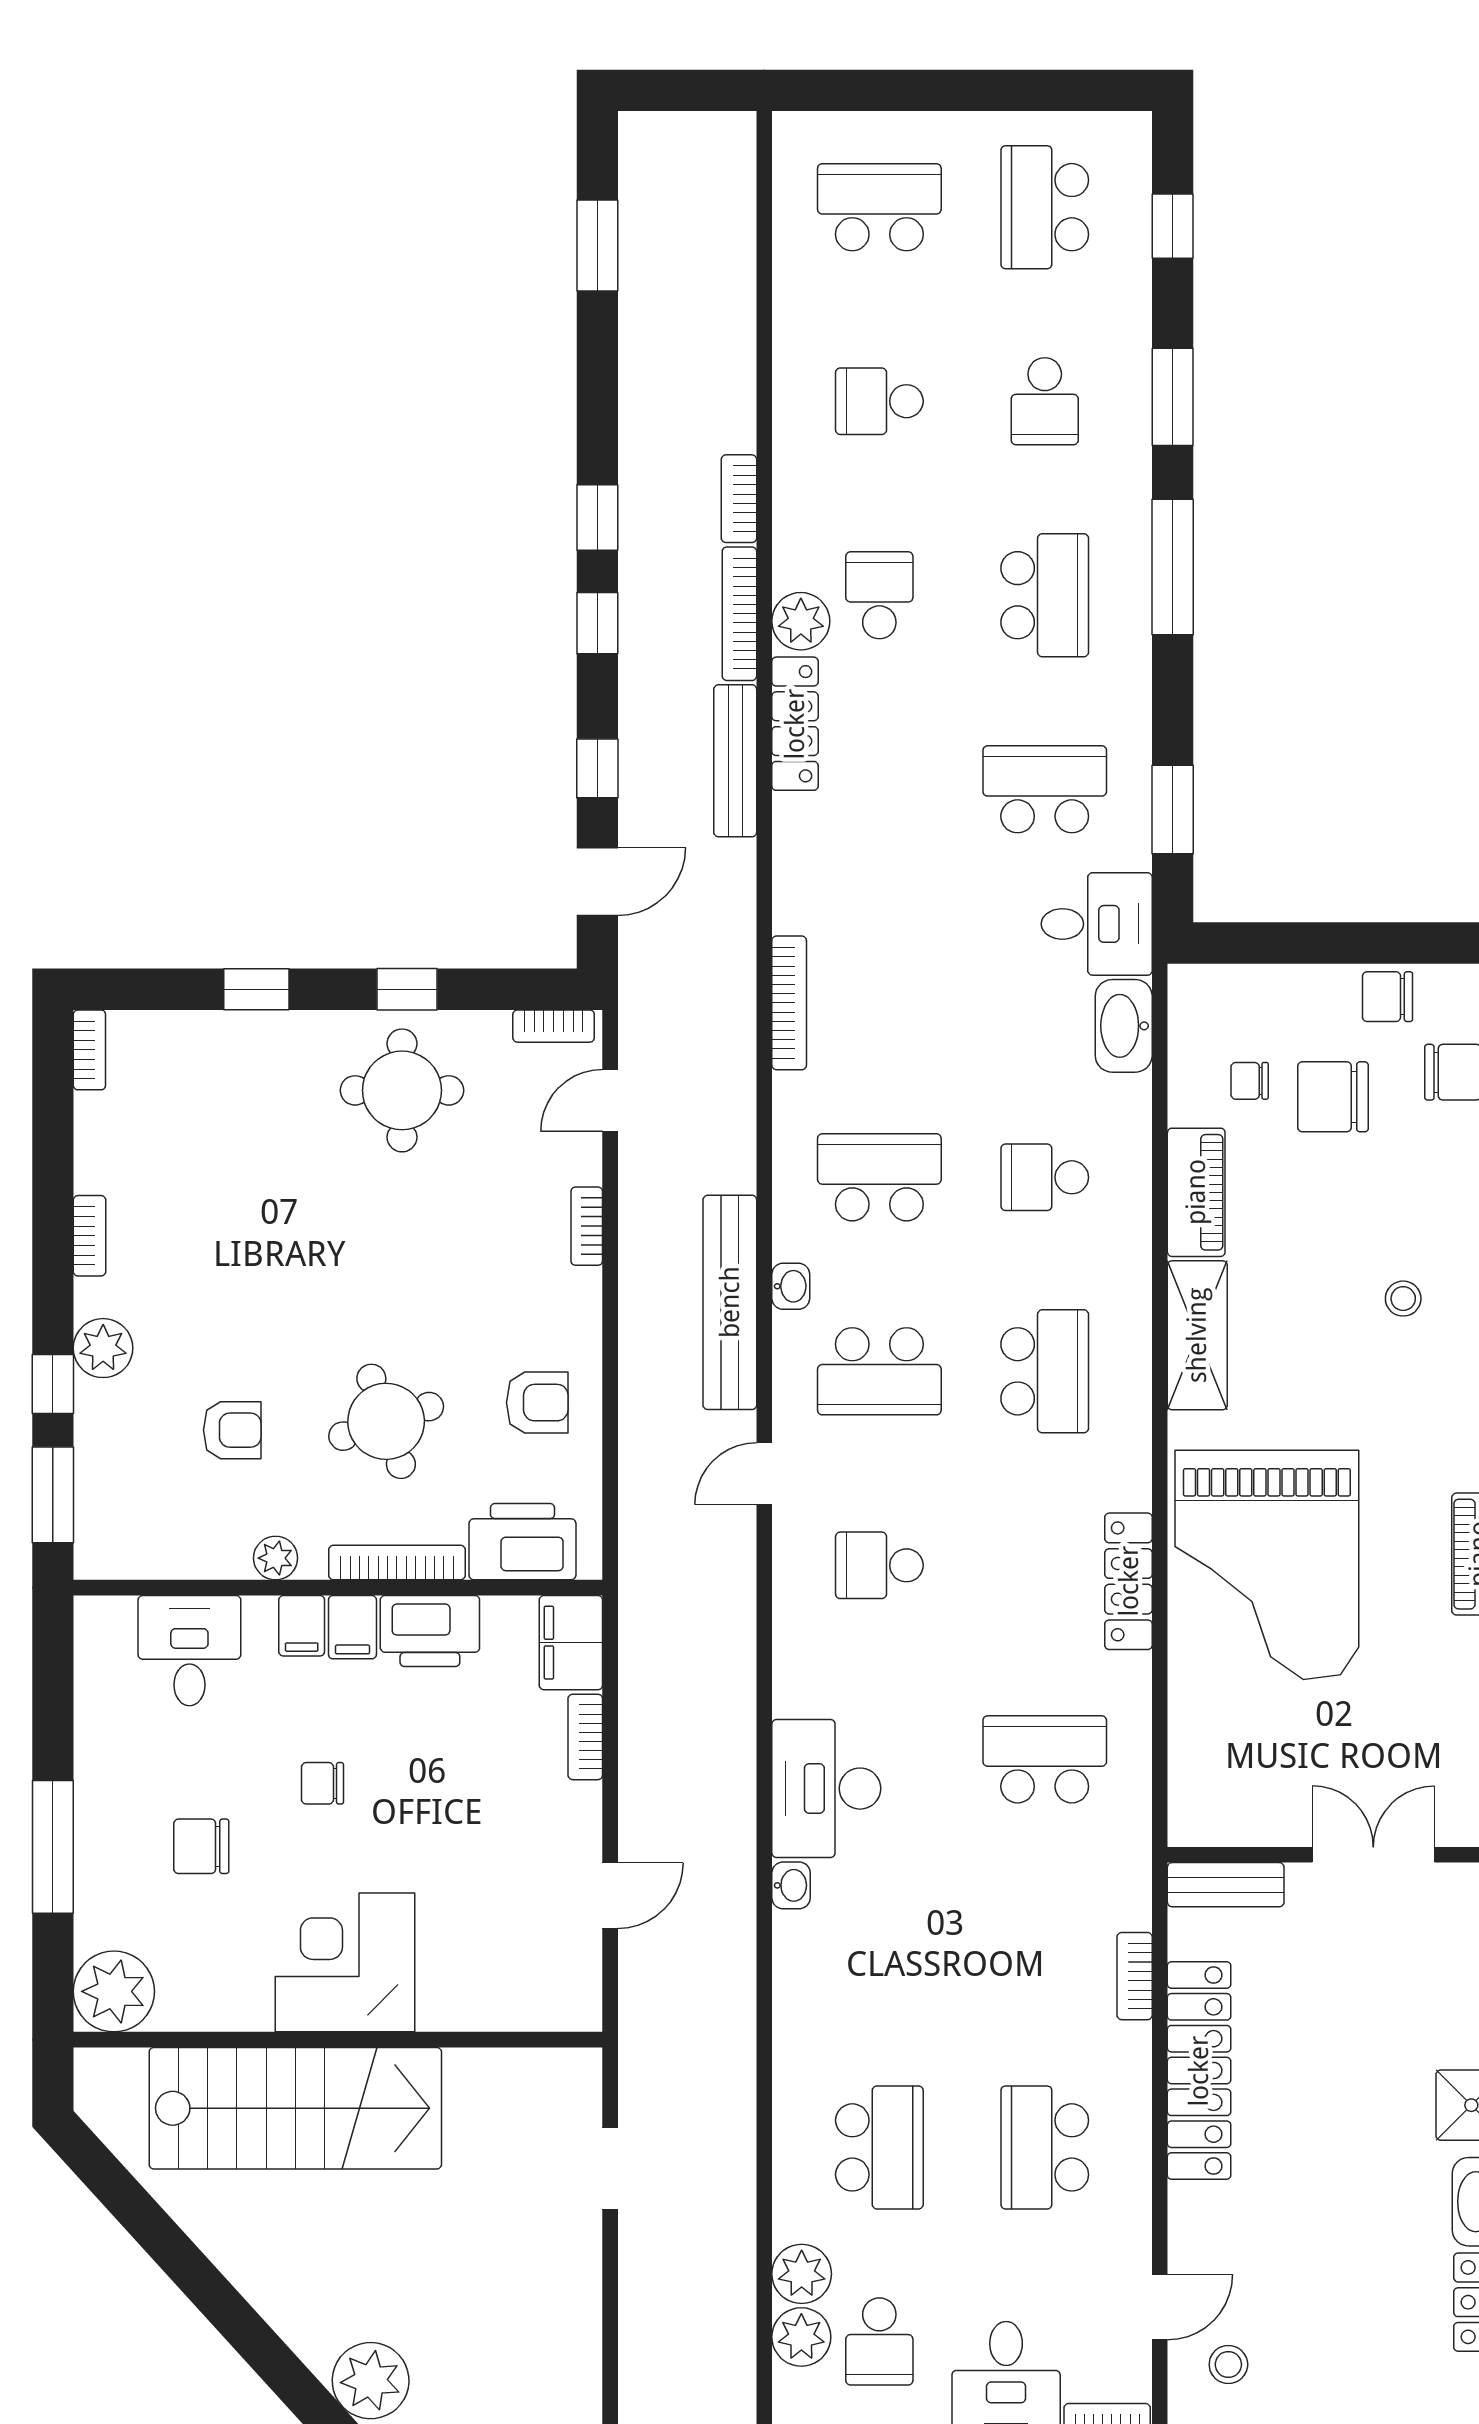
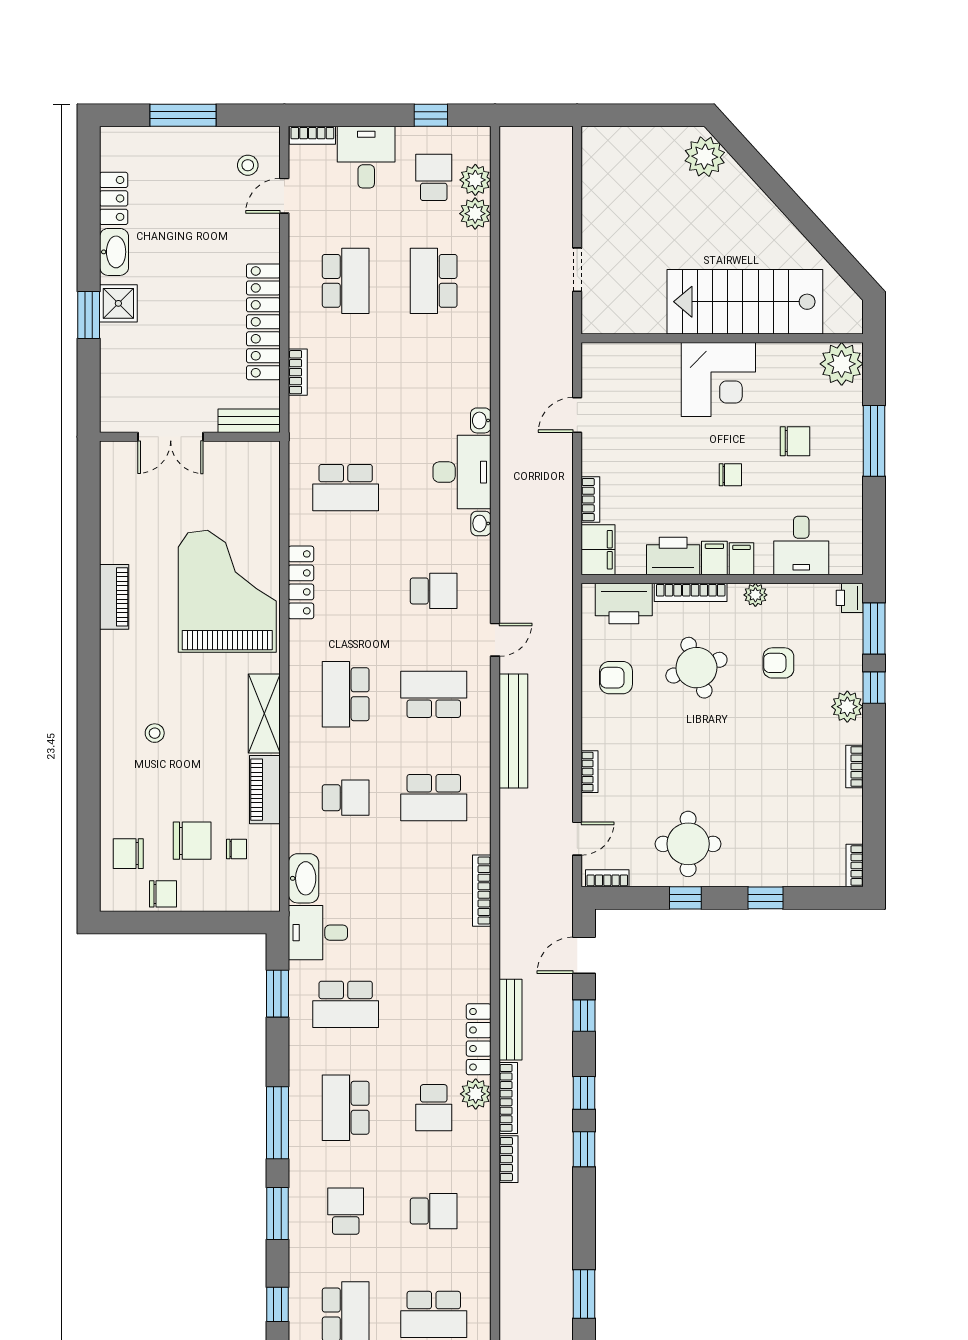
washbasin: (791, 1286) -> (481, 523), moved
printer: (99, 1552) -> (850, 598), added

